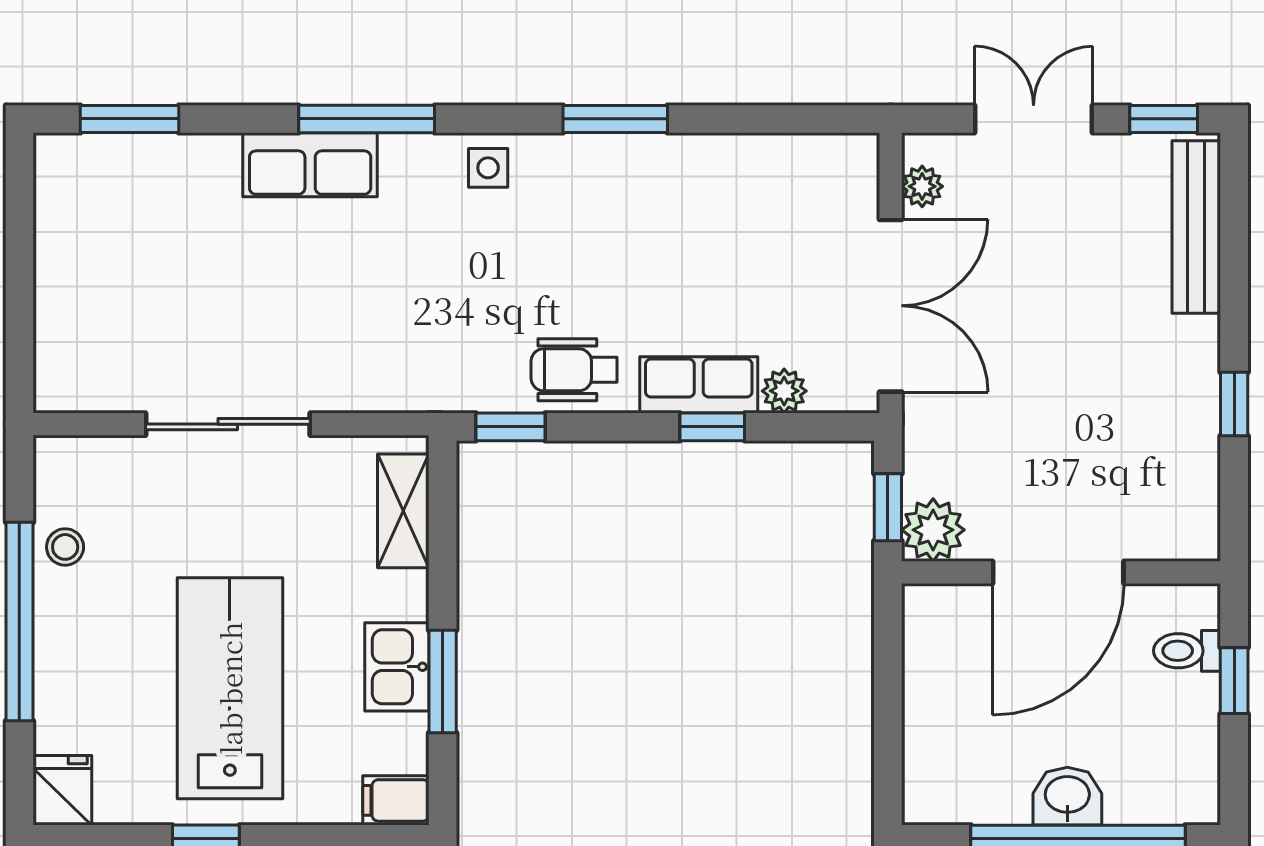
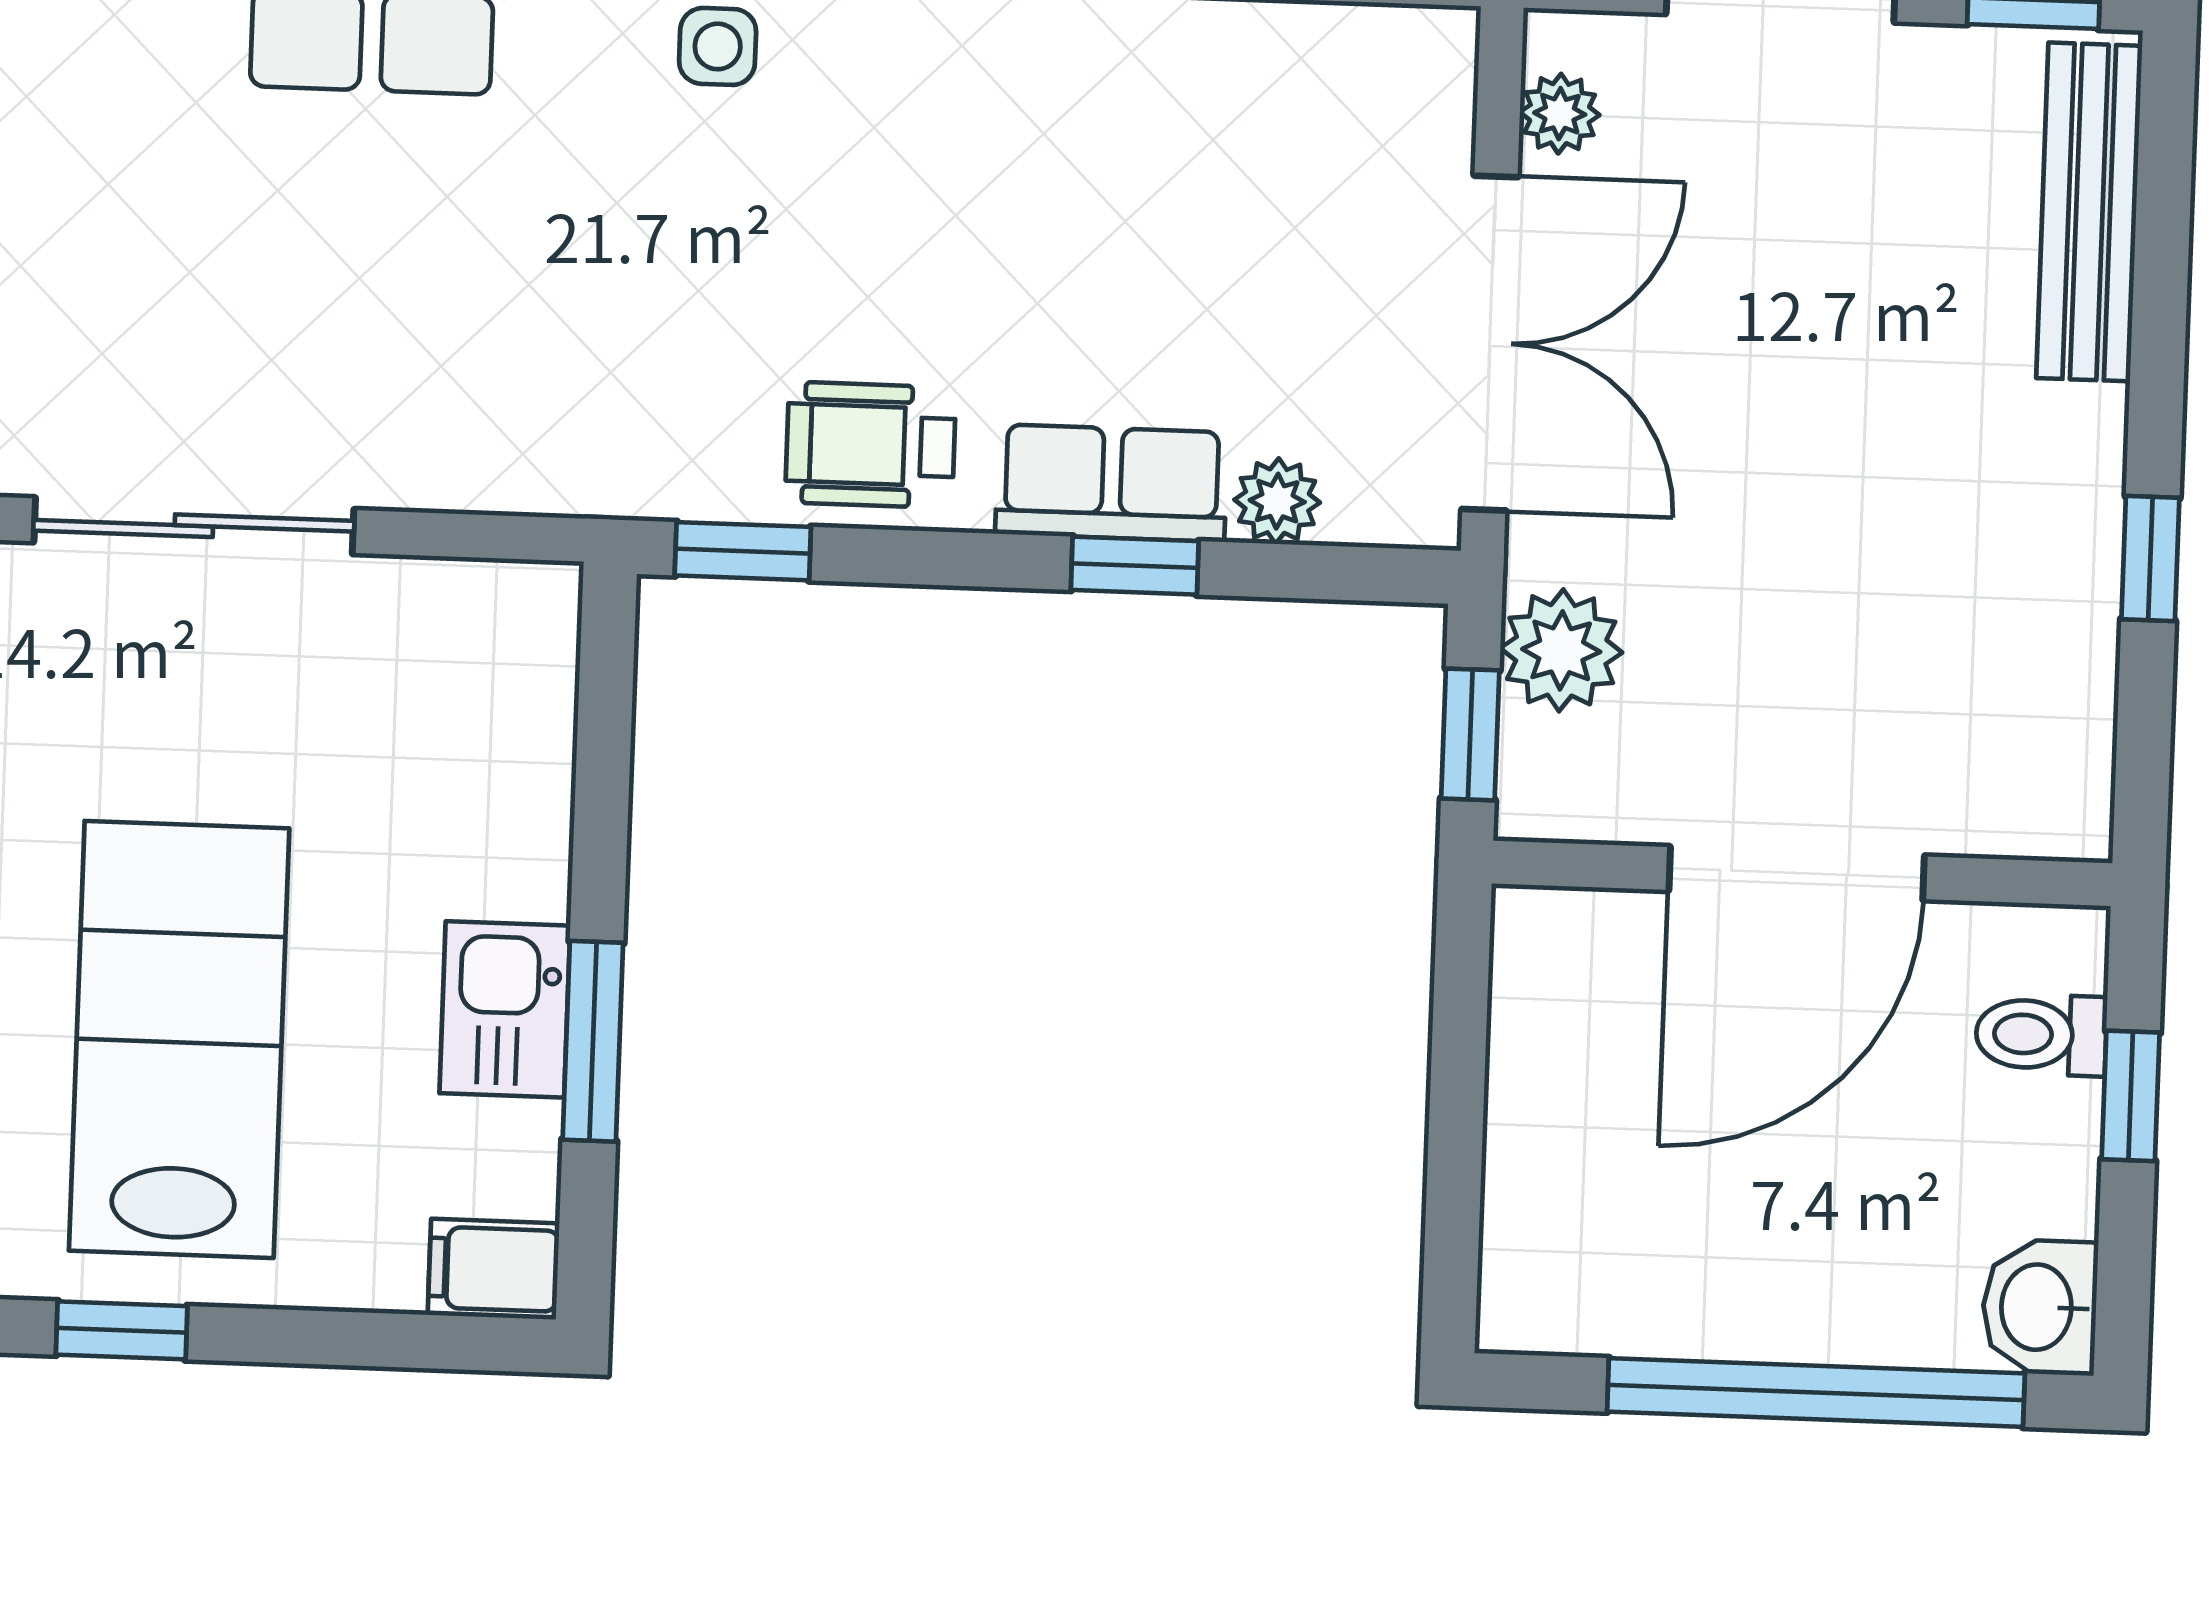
shelving: (403, 511) -> (529, 707), removed
plant: (933, 530) -> (1561, 650), moved
washbasin: (1067, 796) -> (2040, 1307), moved, turned -90

